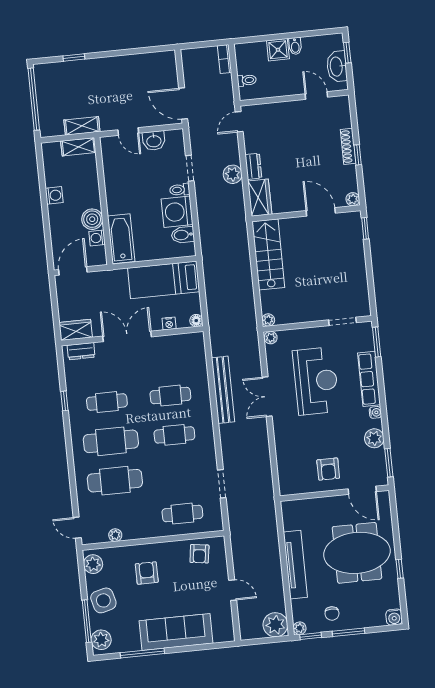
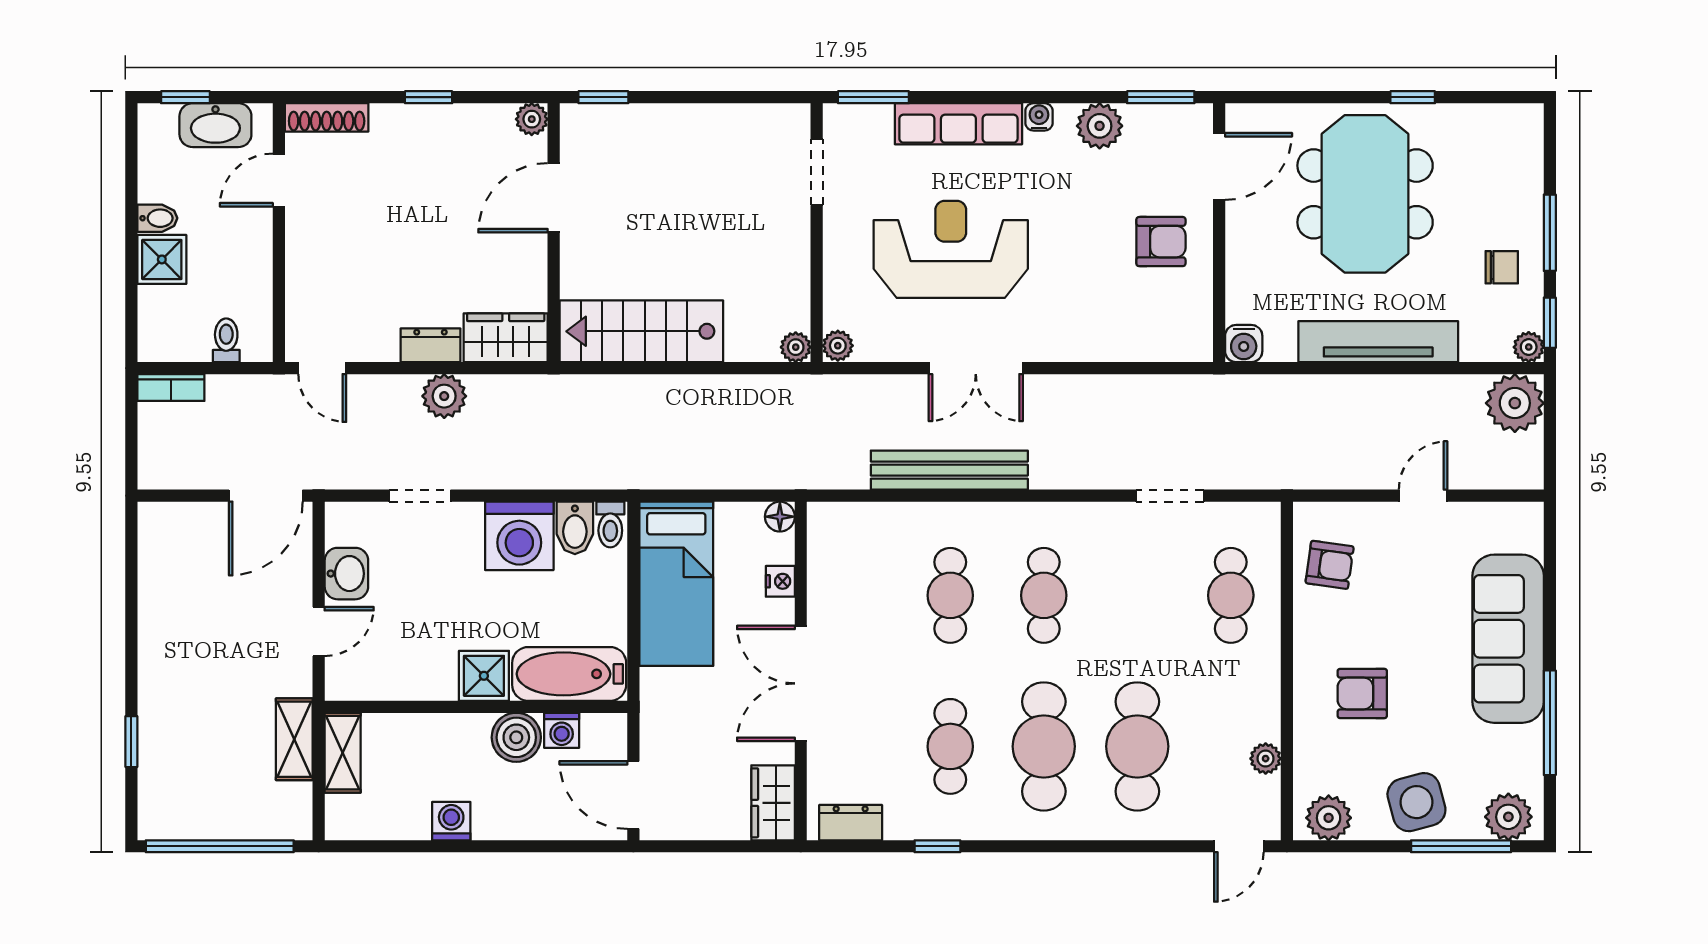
shoe rack: (348, 146) -> (327, 117), moved
toilet: (180, 190) -> (610, 524), moved
shower: (117, 203) -> (484, 676), added
dresser: (81, 351) -> (851, 823), moved, turned -90
water cooler: (394, 617) -> (1244, 344), moved, turned 90

